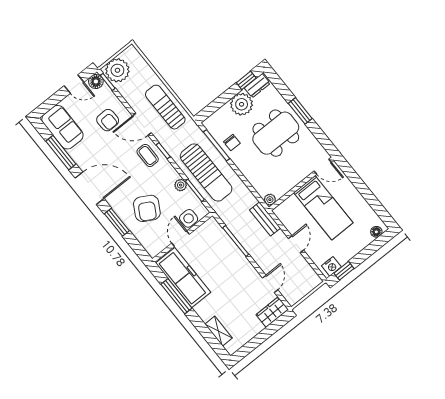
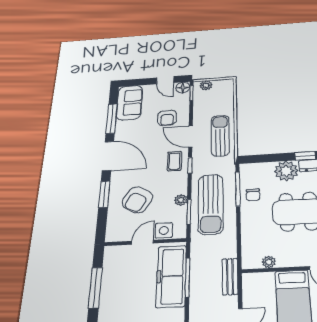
plant: (117, 70) -> (206, 85), width x0.53, depth x0.53
plant: (270, 200) -> (269, 262), moved
freezer: (183, 278) -> (171, 276), moved, turned 180

